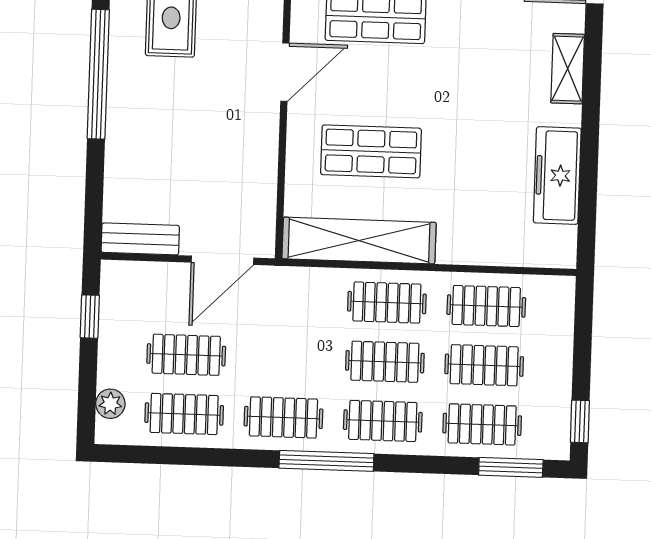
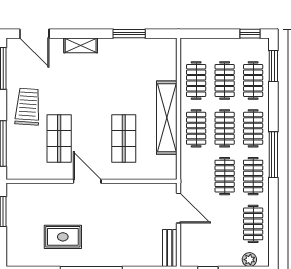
window: (589, 170) -> (129, 34), added
freezer: (557, 175) -> (132, 49), removed
shelving: (359, 241) -> (167, 118), moved
clothes rail: (186, 355) -> (225, 176), moved

